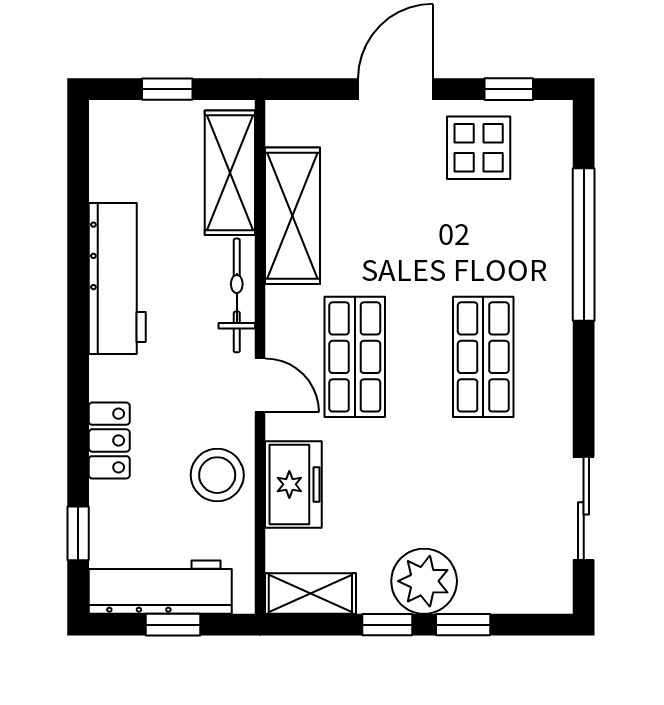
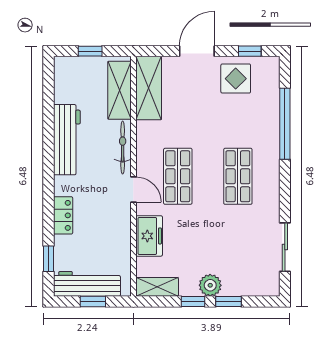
shelving: (292, 216) -> (149, 88), moved
stool: (217, 475) -> (113, 232), removed
plant: (424, 581) -> (210, 285), width x0.73, depth x0.73

